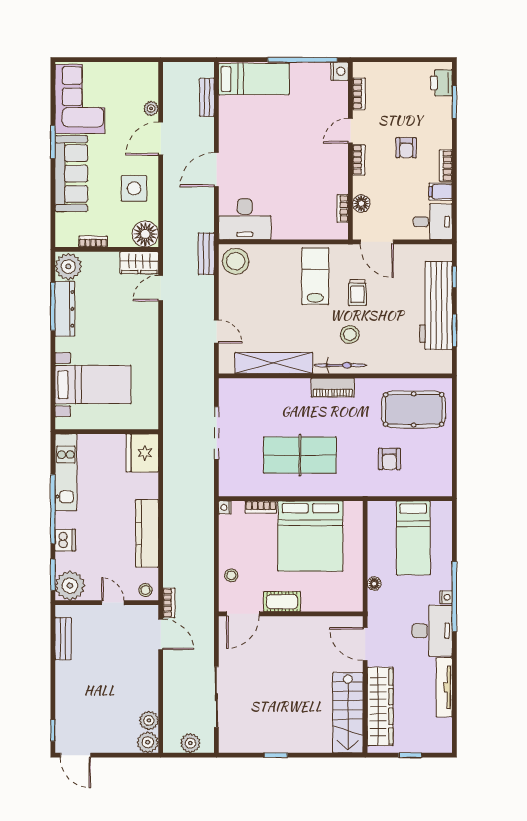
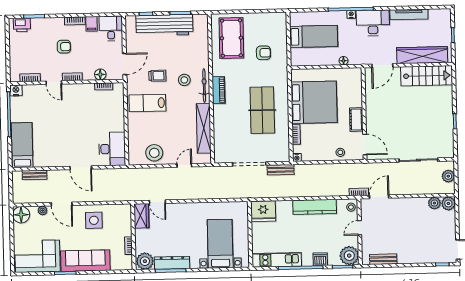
floor lamp: (145, 234) -> (21, 215), moved
bench: (206, 254) -> (281, 170), moved
stool: (236, 261) -> (154, 153), moved

